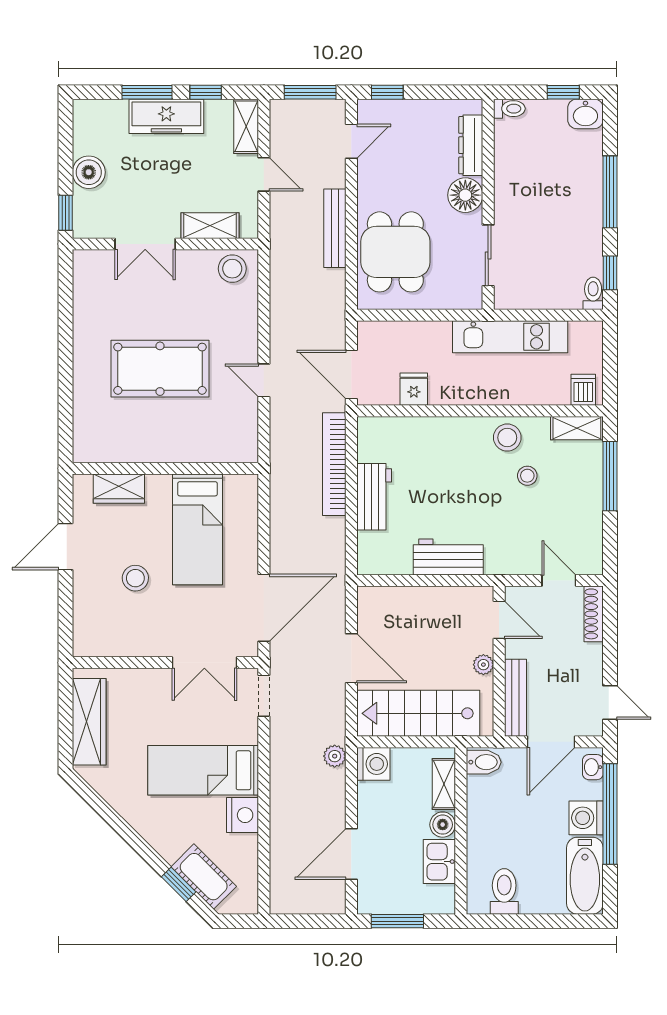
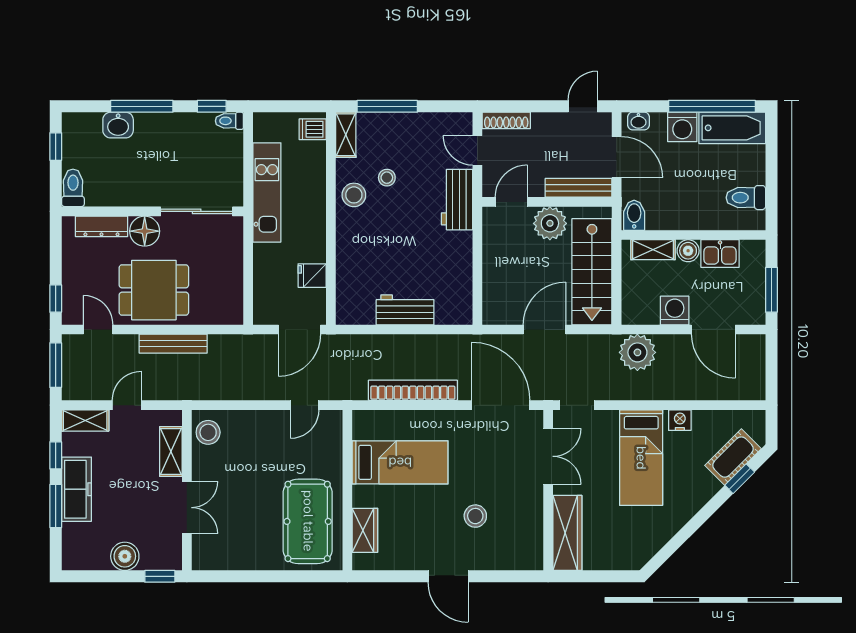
toilet: (509, 109) -> (73, 188), width x1.37, depth x1.39
washbasin: (585, 114) -> (118, 125), moved, turned 90
dining table: (395, 252) -> (154, 290), moved
sliding door: (488, 255) -> (197, 211), width x1.37
pool table: (160, 369) -> (308, 521), moved
bookcase: (334, 464) -> (413, 390), moved, turned 180
wall: (165, 468) -> (347, 490), moved
wardrobe: (119, 489) -> (365, 530), moved
bed: (198, 529) -> (400, 462), moved
workbench: (448, 557) -> (457, 200), moved
door: (559, 581) -> (477, 150), hinge flipped
plant: (483, 665) -> (550, 223), width x1.88, depth x1.88
wardrobe: (89, 722) -> (567, 533), moved, turned 90
plant: (335, 756) -> (637, 352), width x1.87, depth x1.87
washing machine: (373, 764) -> (675, 310), moved
window: (610, 814) -> (712, 106), moved
nightstand: (243, 815) -> (680, 420), width x0.74, depth x0.75

